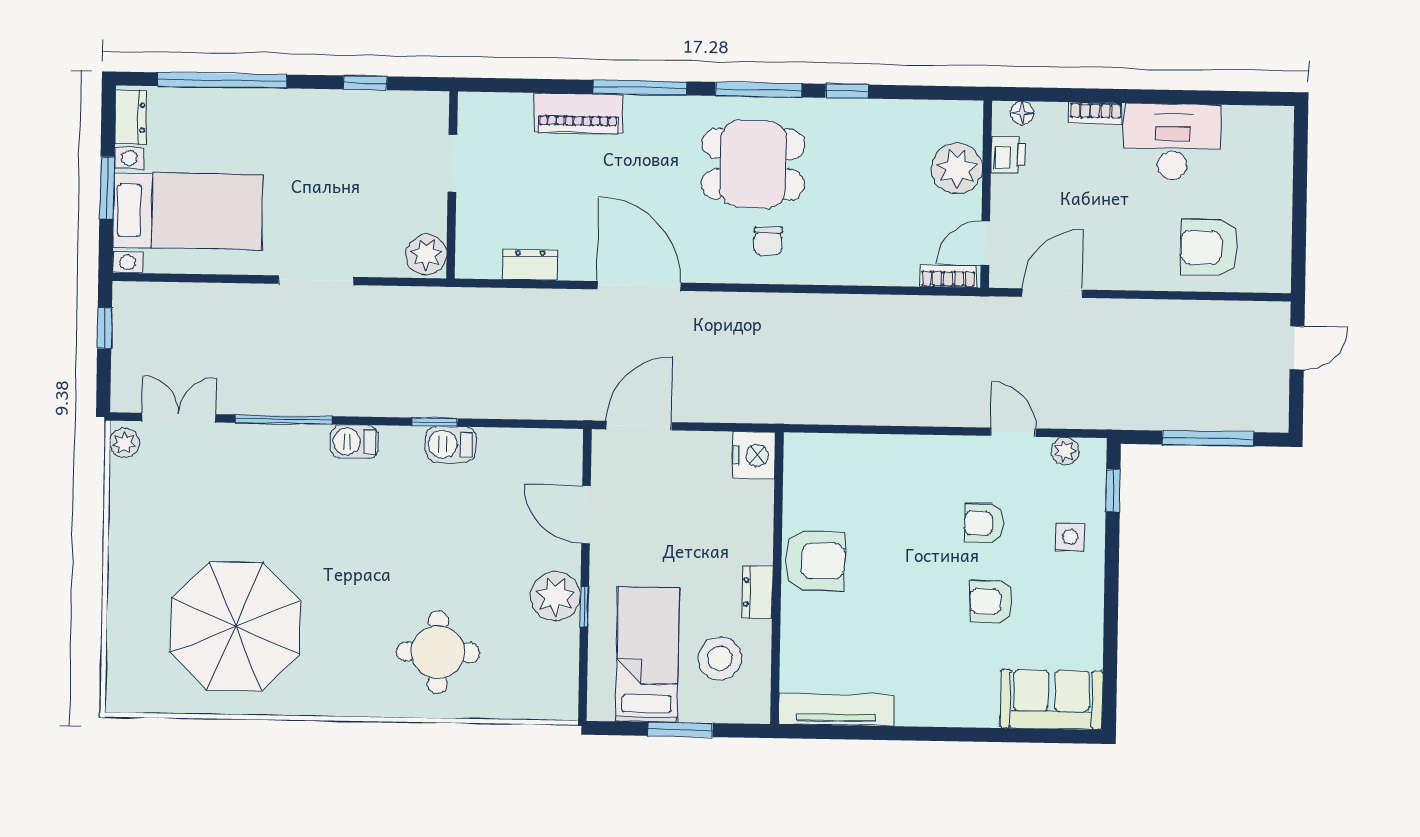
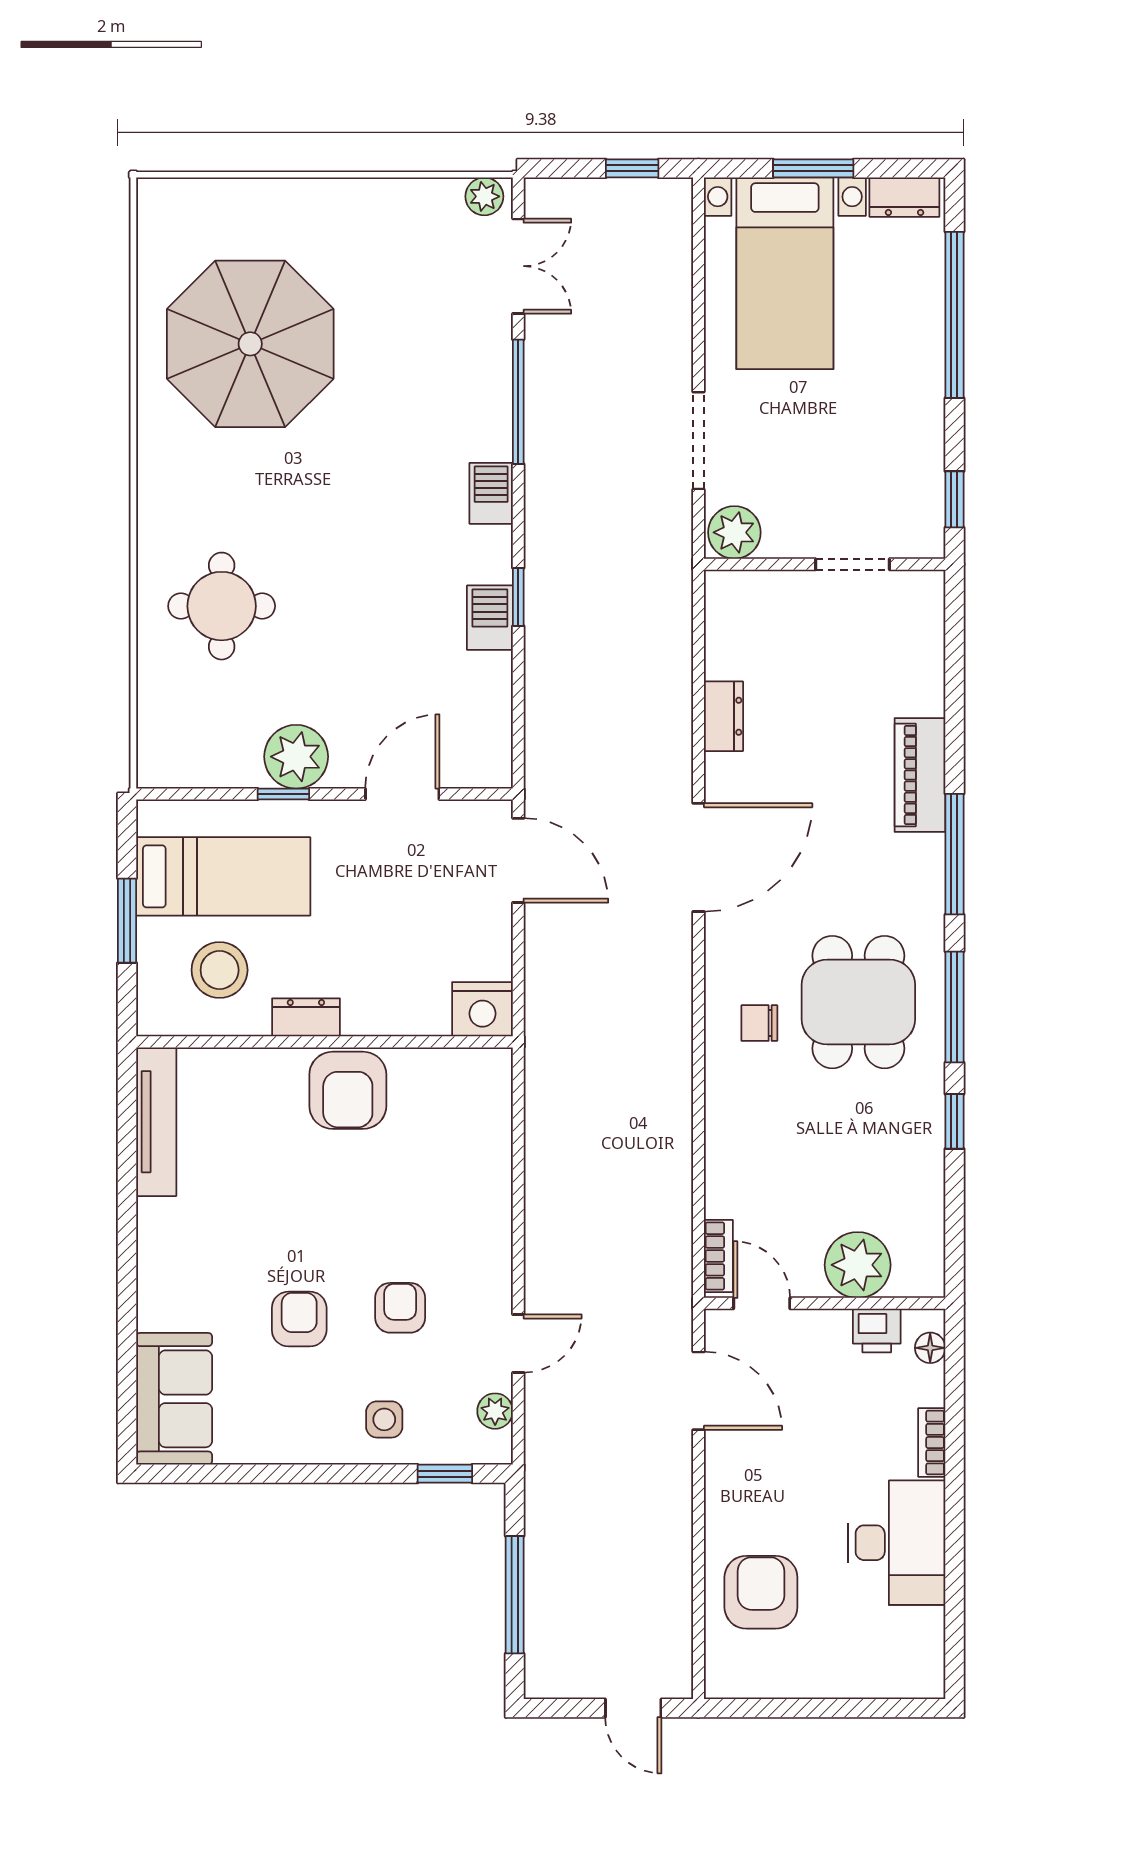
doorway: (452, 163) -> (852, 564), moved
wall: (452, 185) -> (825, 564), moved
plant: (426, 254) -> (734, 532), moved

